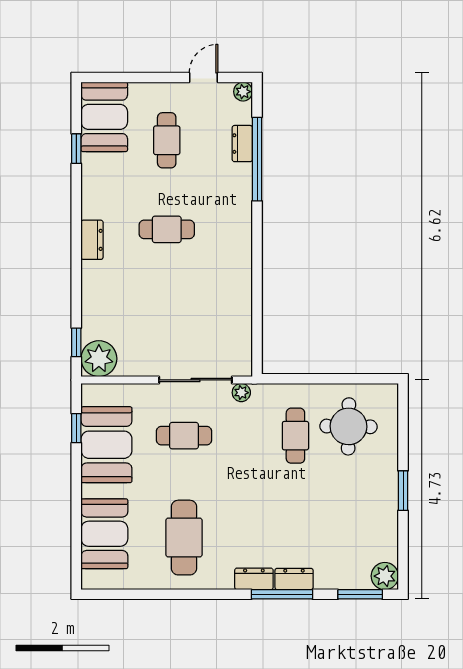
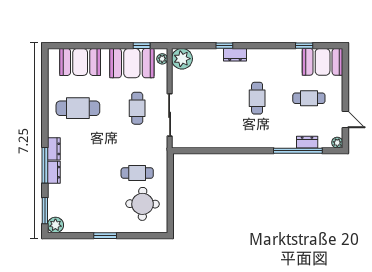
dresser: (92, 240) -> (235, 55), moved
window: (76, 342) -> (224, 46), moved
plant: (241, 393) -> (162, 59), moved

